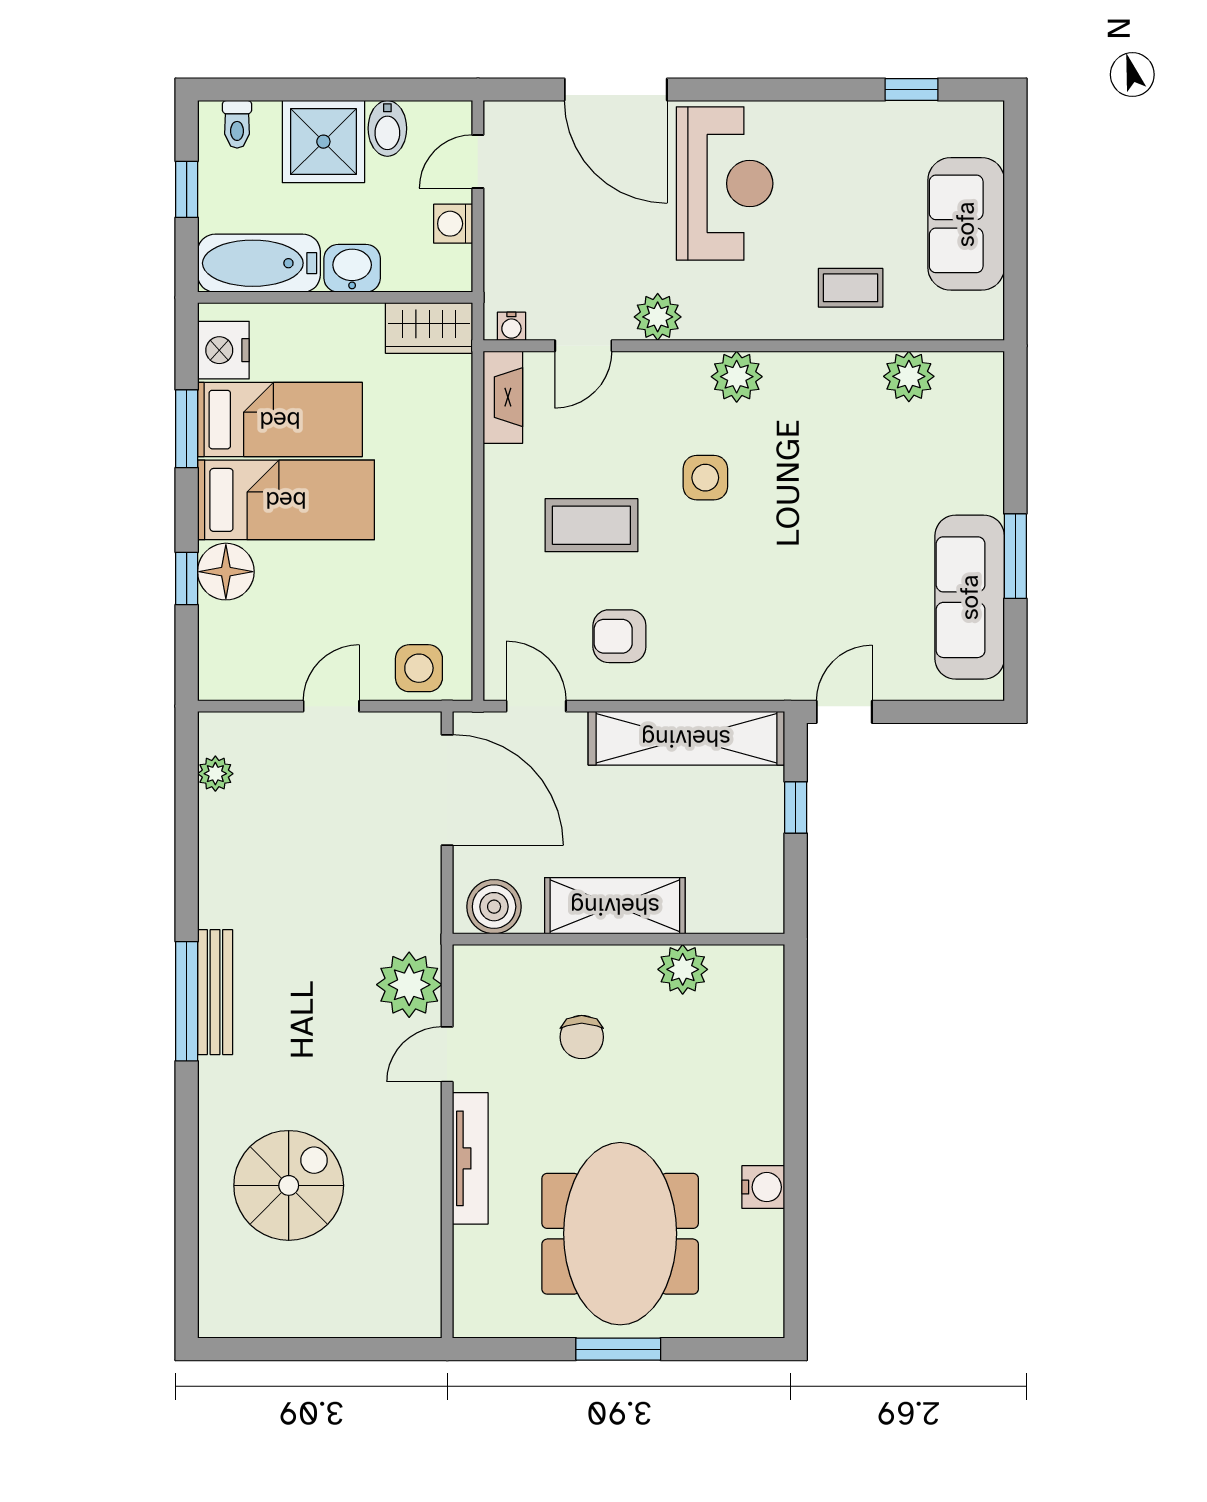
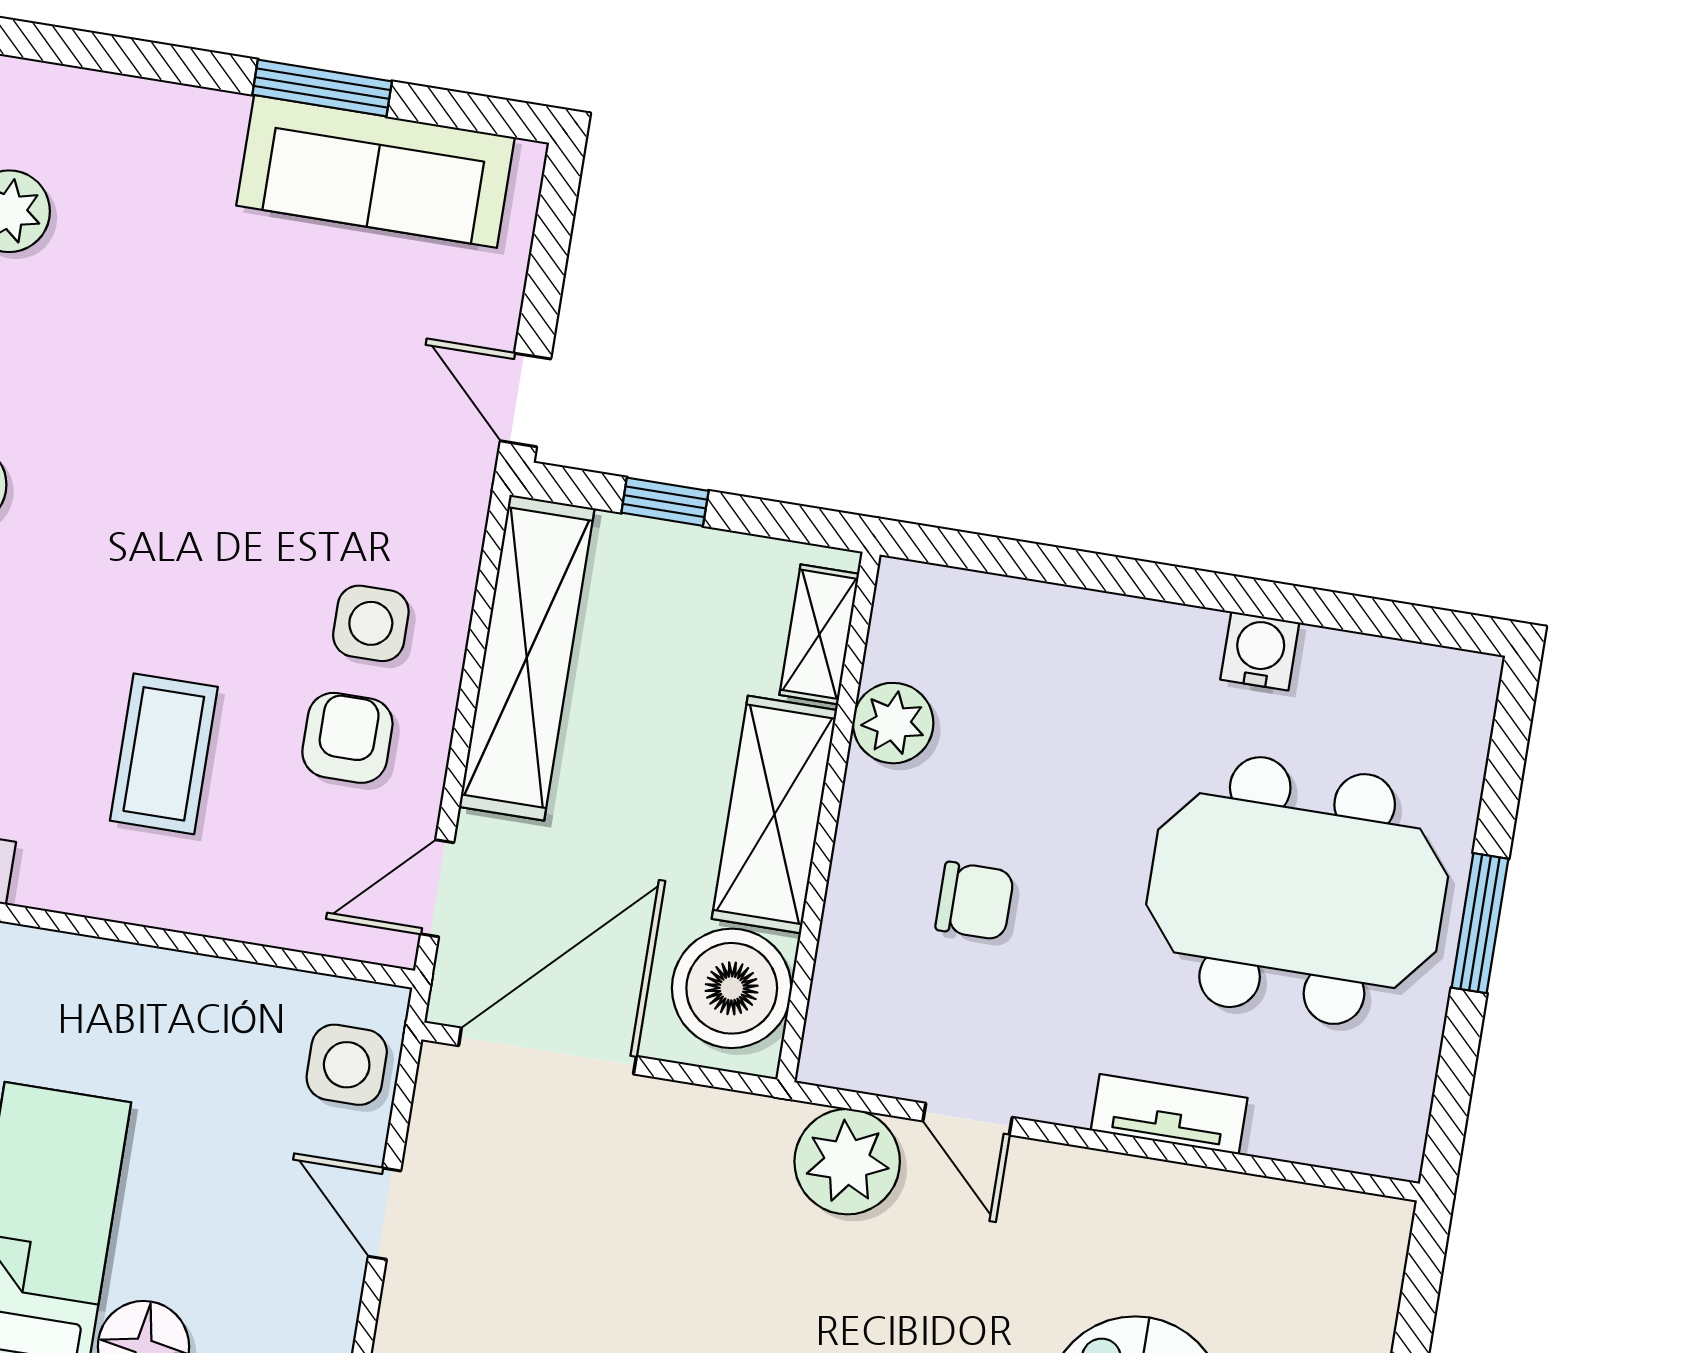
side table: (705, 478) -> (371, 623), moved
armchair: (619, 636) -> (347, 738), turned 180
boiler: (494, 907) -> (732, 988), width x1.37, depth x1.37
shelving: (730, 915) -> (819, 634), added
tv unit: (470, 1158) -> (1169, 1114), width x0.71

